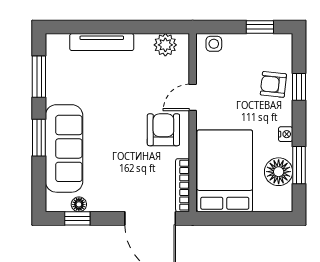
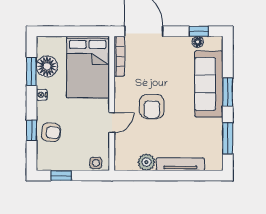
plant: (165, 45) -> (146, 162), moved
armchair: (163, 130) -> (152, 107), moved

